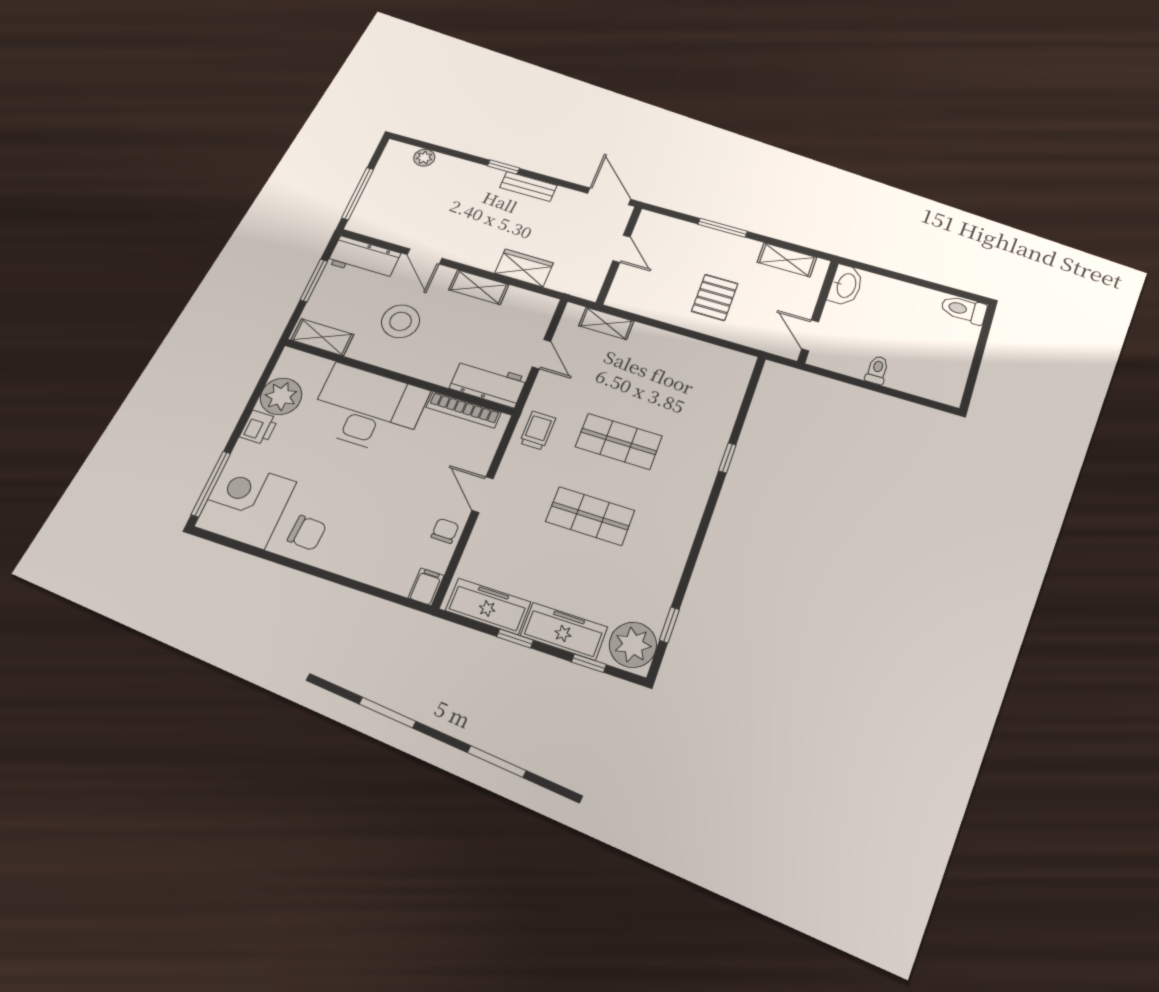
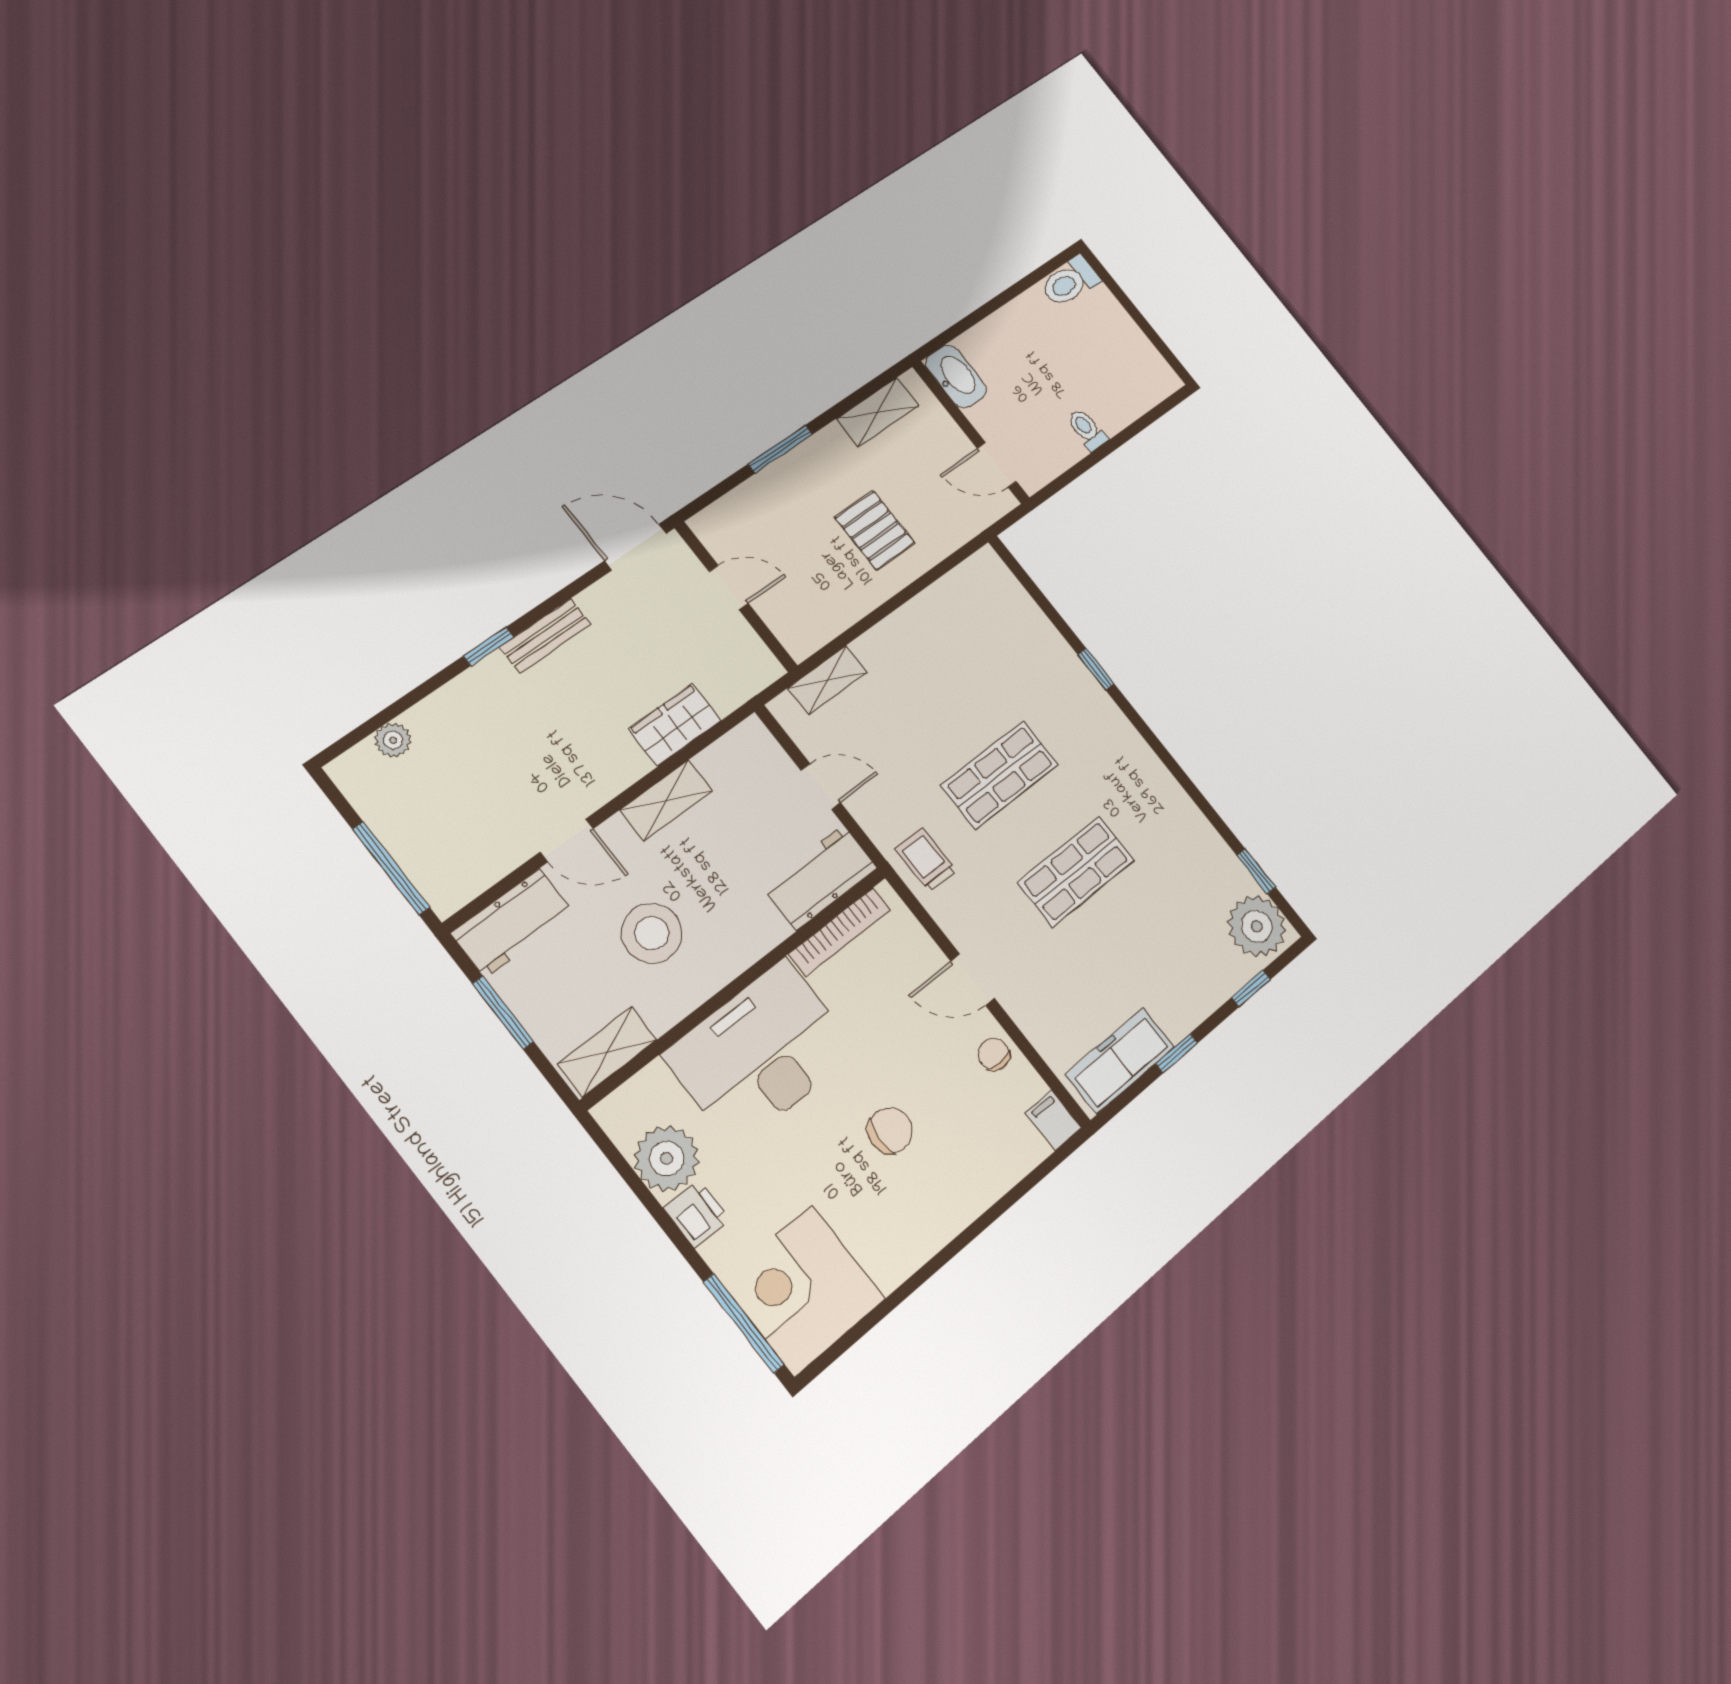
chair: (307, 533) -> (890, 1130), moved
freezer: (564, 631) -> (1199, 992), removed

